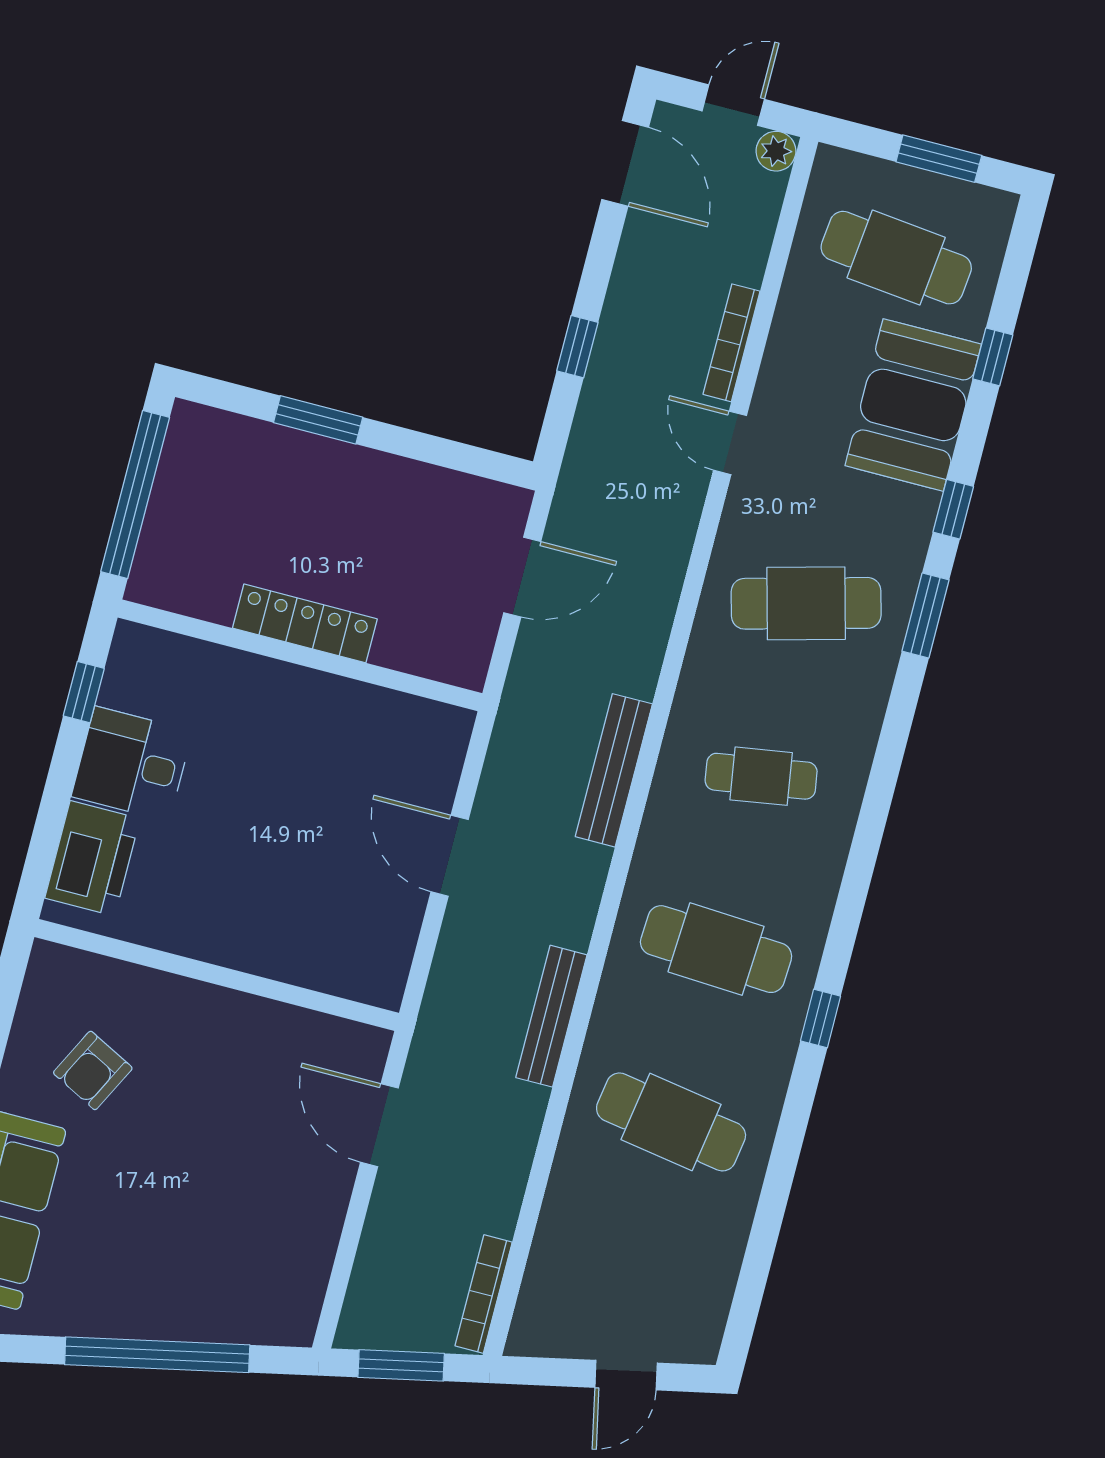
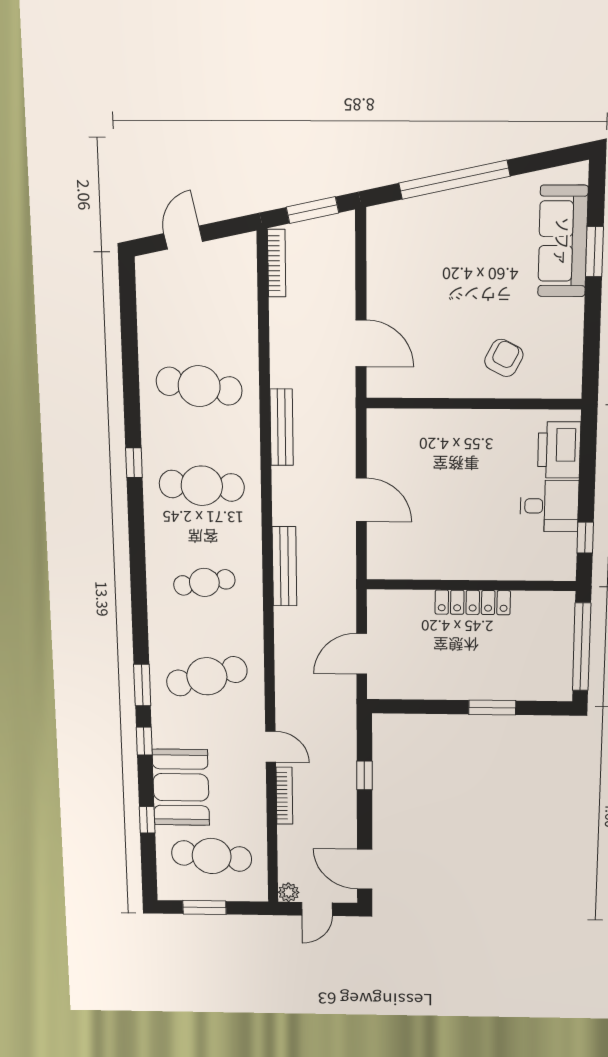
armchair: (93, 1070) -> (504, 358), moved

